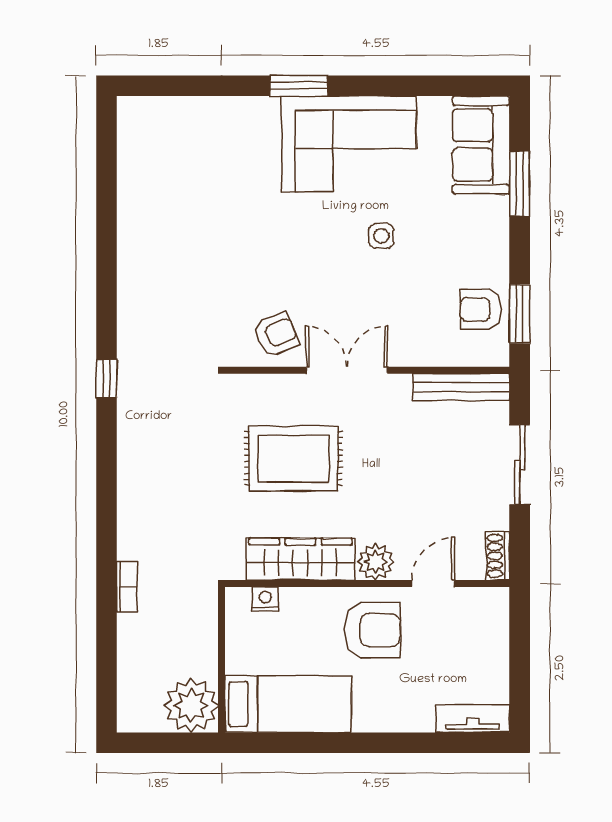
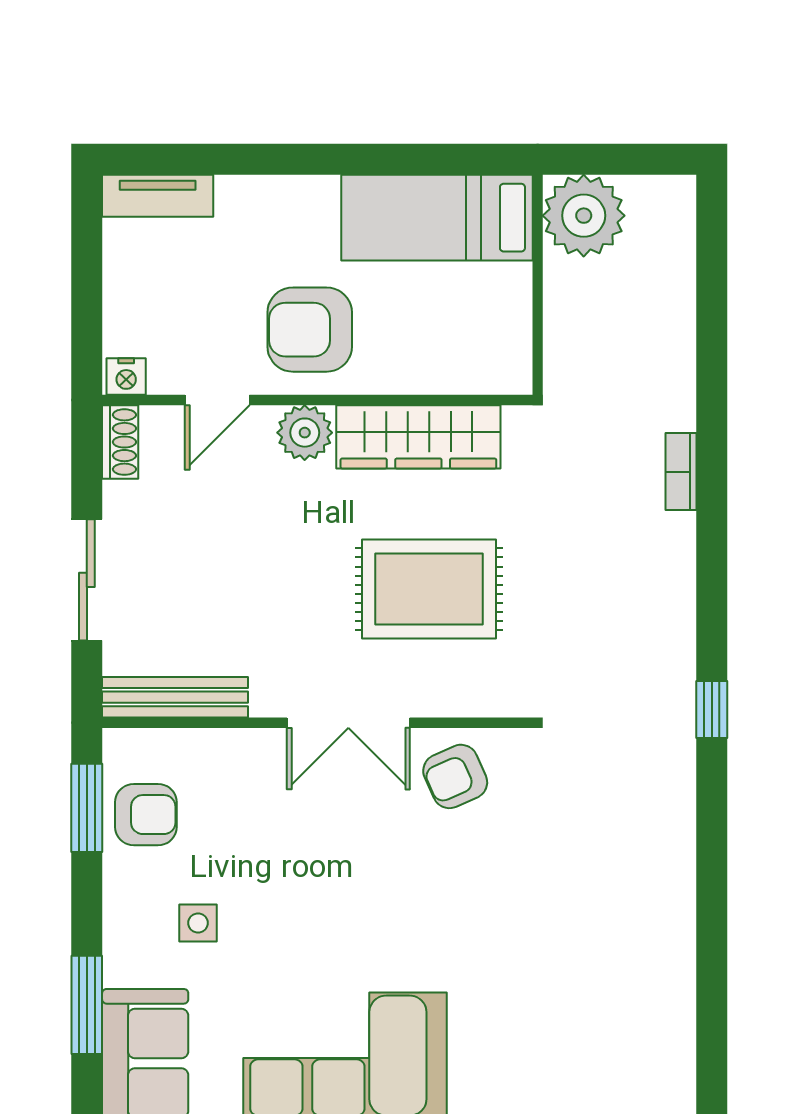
side table: (381, 236) -> (198, 923), moved
bookcase: (127, 587) -> (681, 472), moved
nightstand: (265, 599) -> (126, 377), moved

